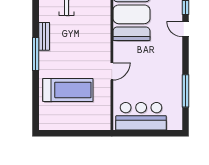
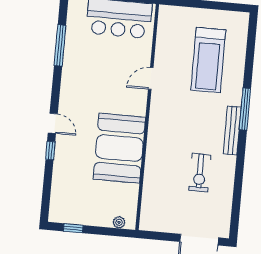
bench: (44, 36) -> (232, 130), width x1.36
treadmill: (68, 90) -> (208, 60), turned -90

